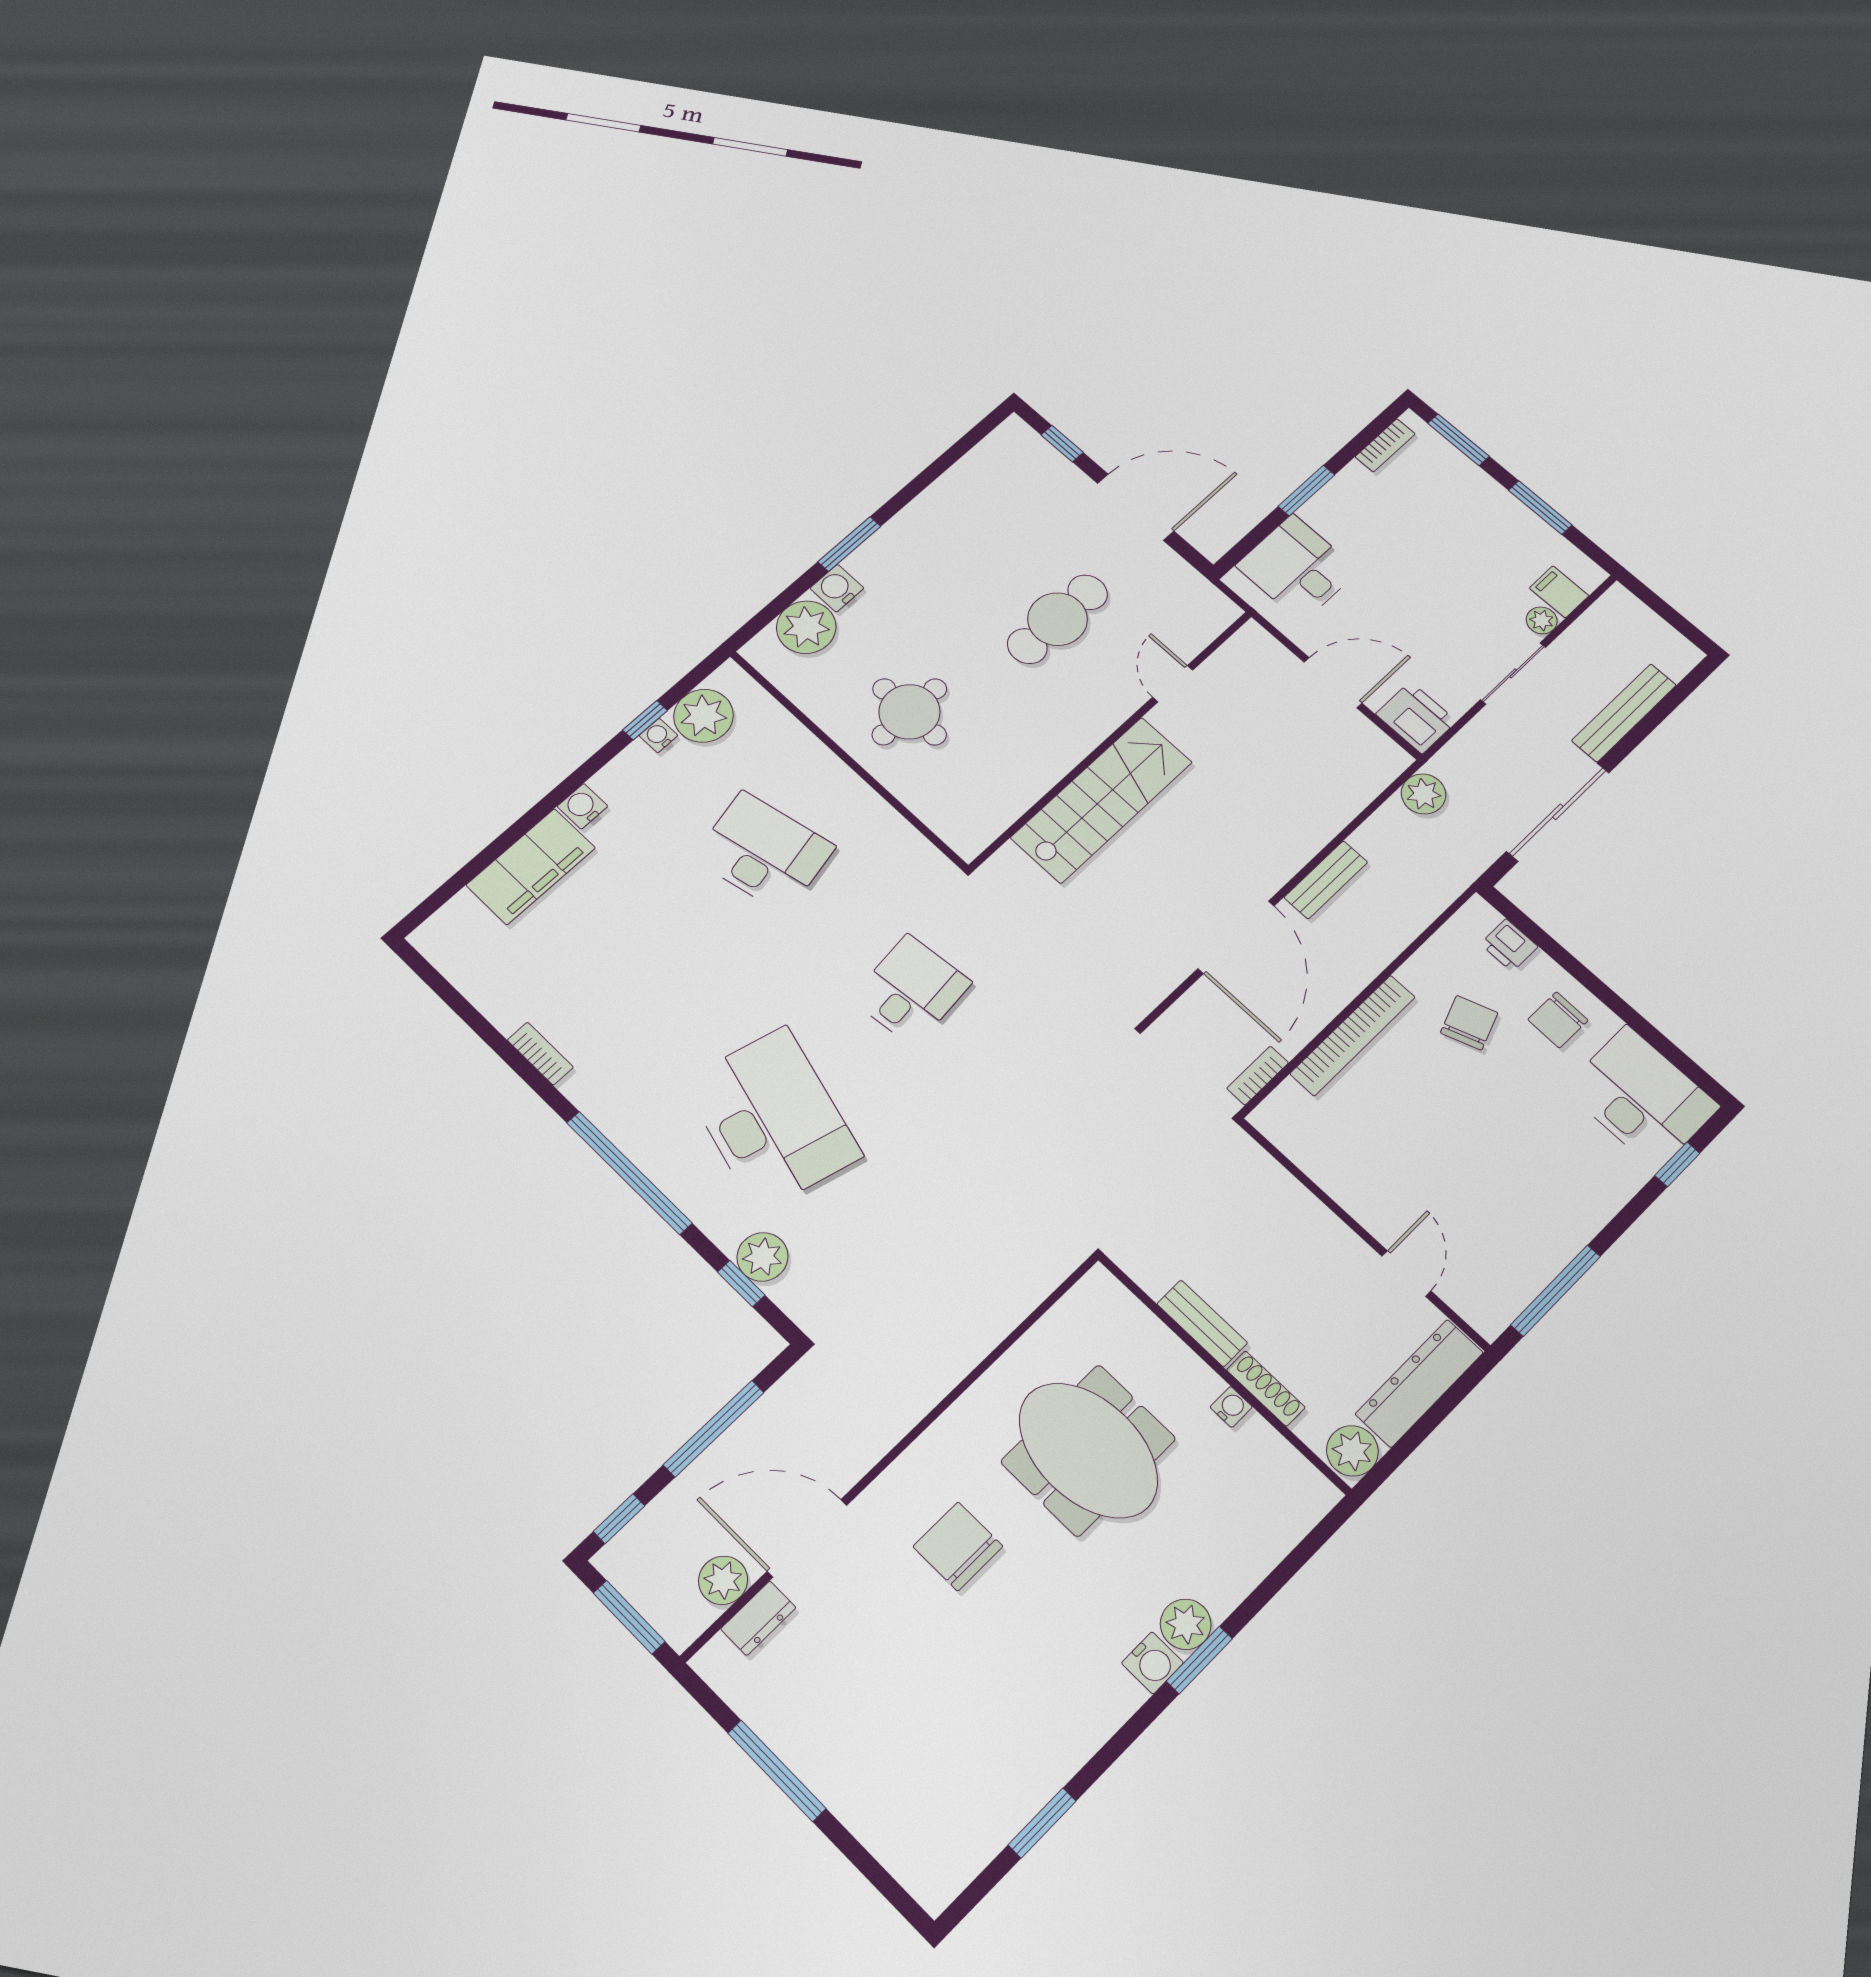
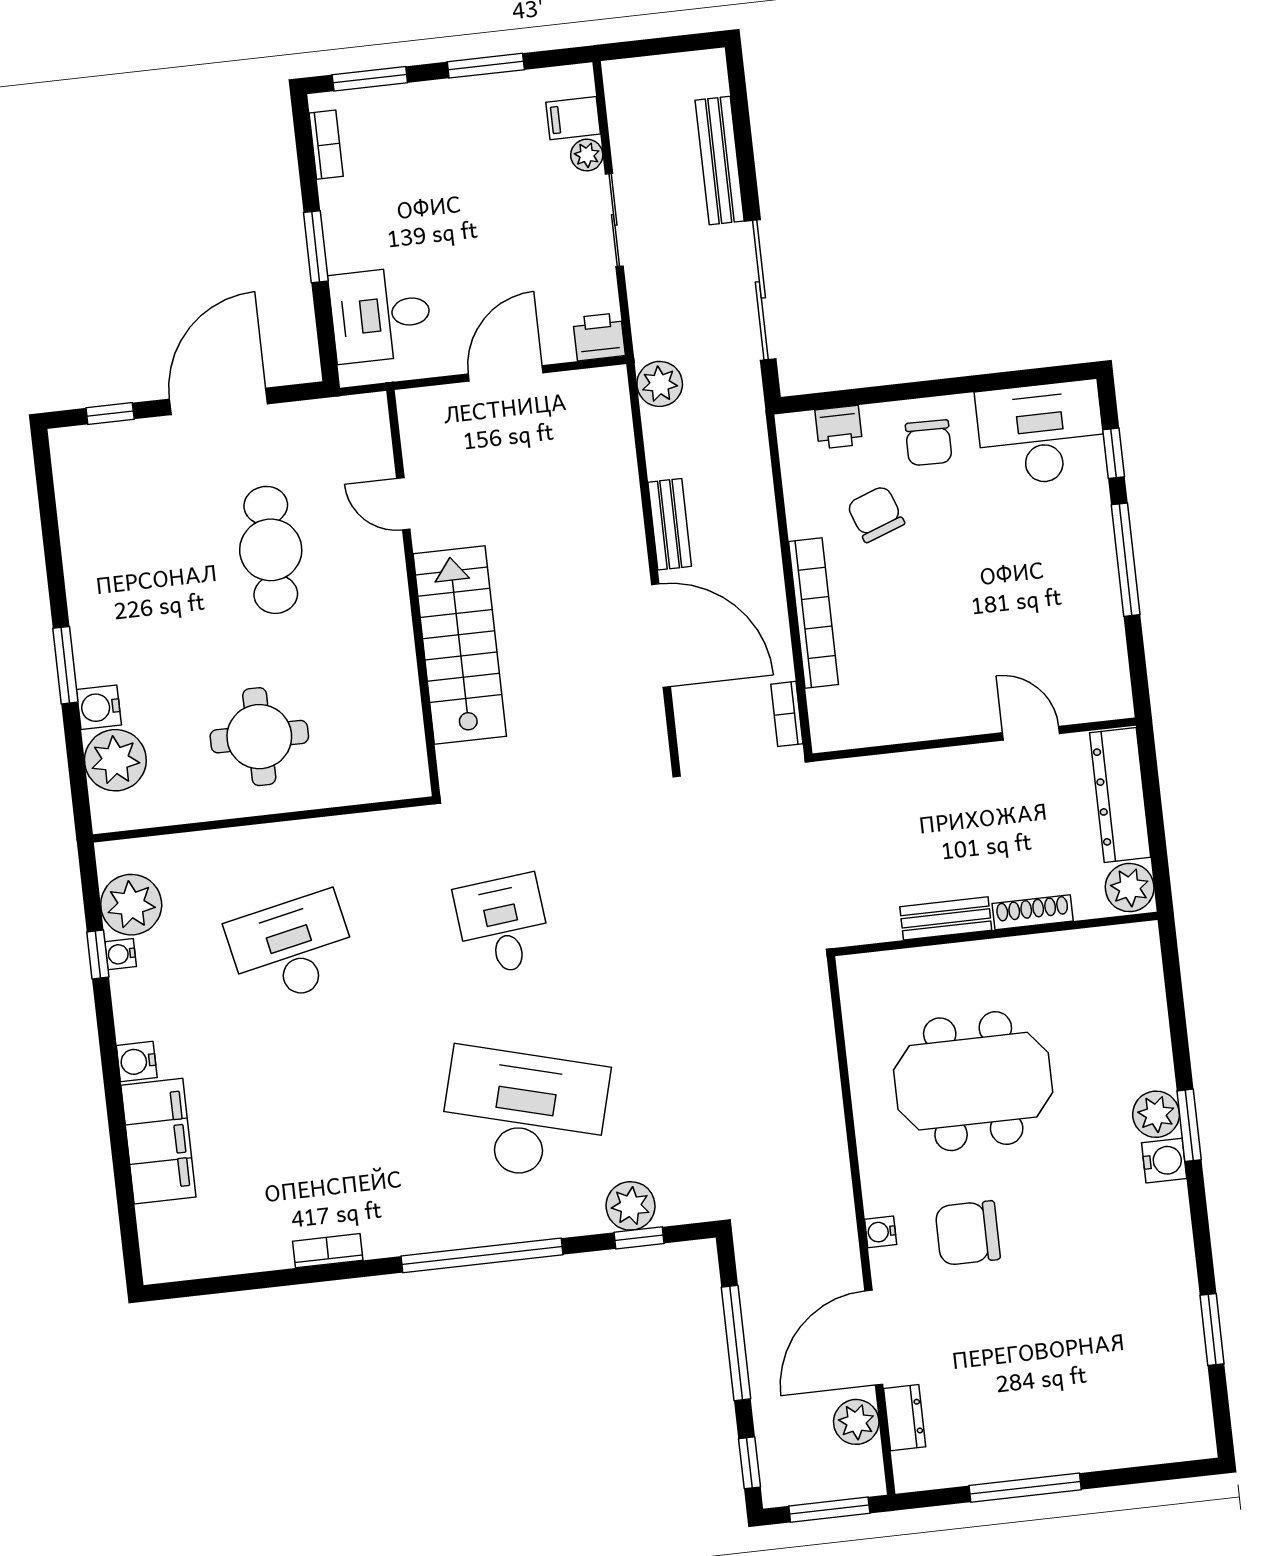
printer: (1416, 718) -> (599, 337), width x0.73, depth x0.81
window: (1556, 1291) -> (1126, 560), moved
water cooler: (1231, 1407) -> (881, 1232), moved, turned -90

